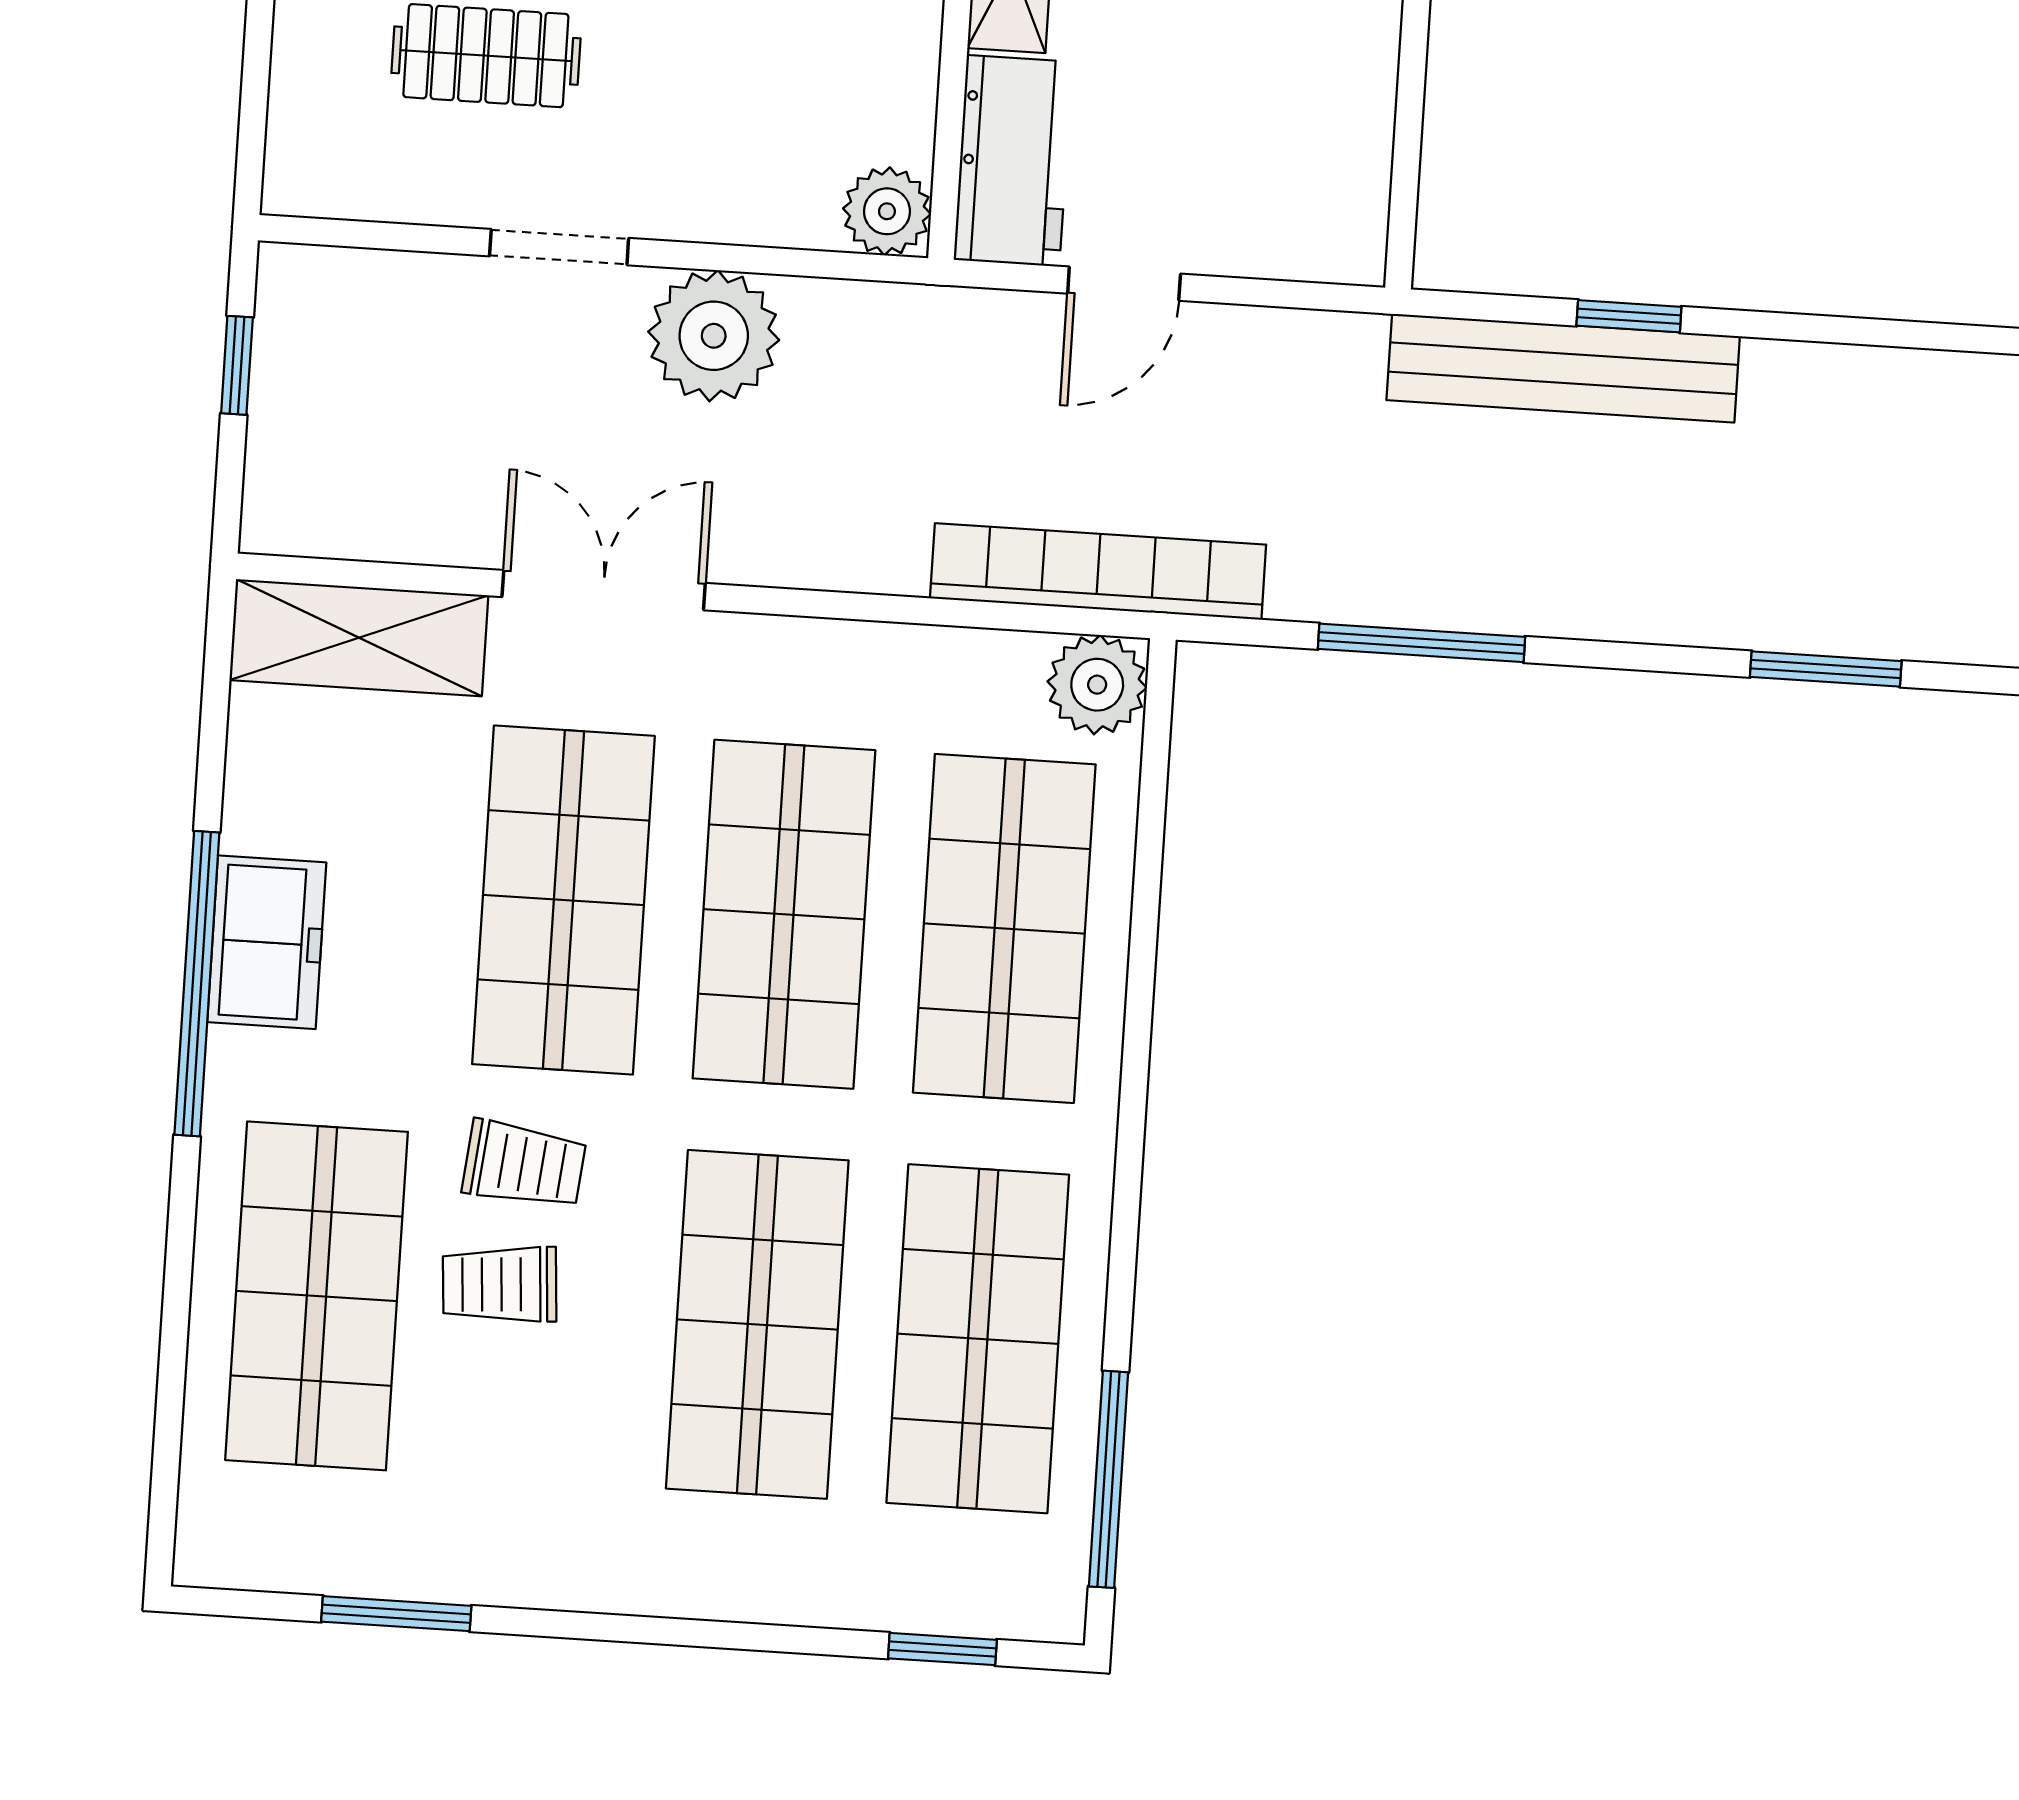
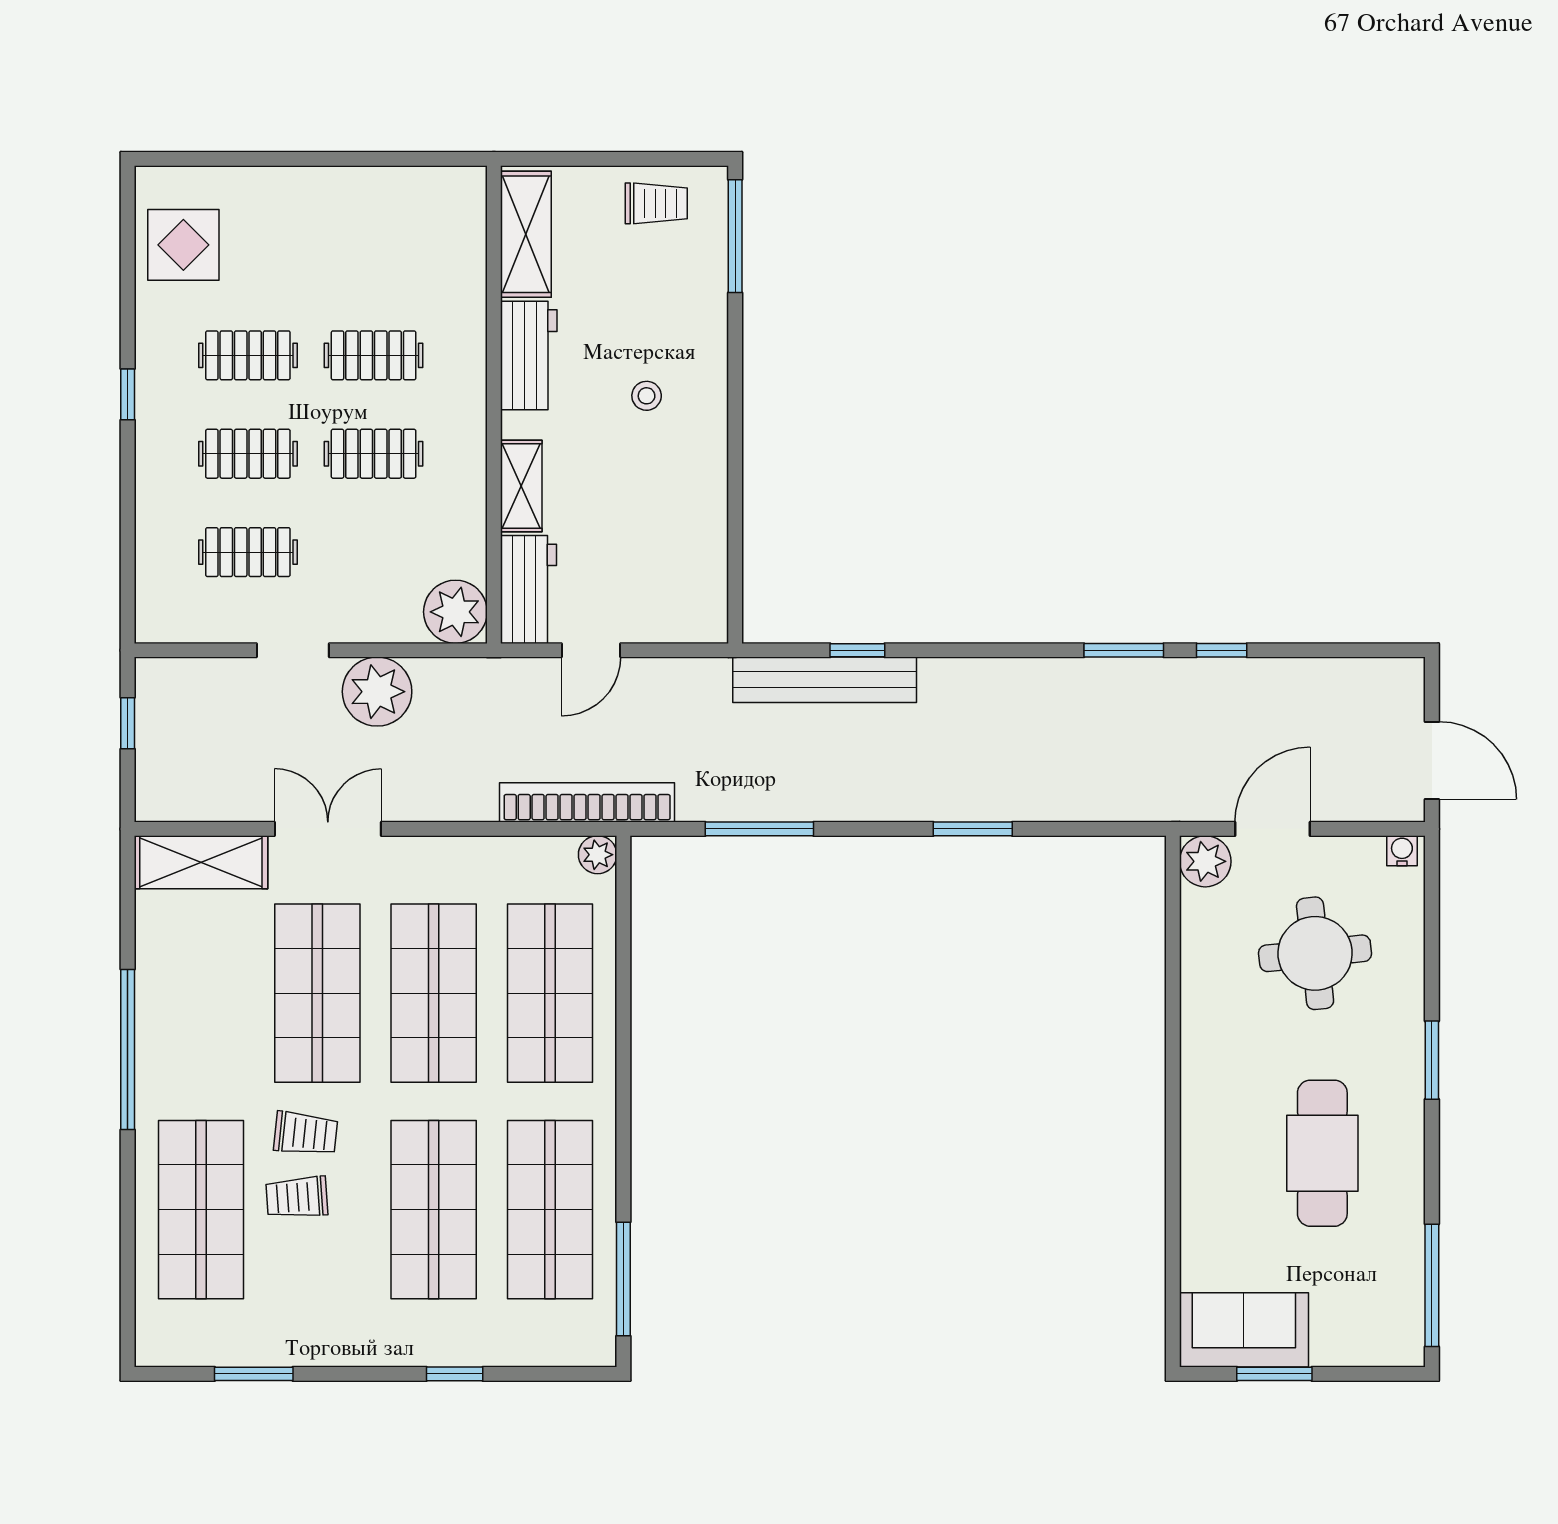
plant: (887, 211) -> (455, 612), width x1.36, depth x1.36
plant: (1097, 685) -> (598, 855), width x0.73, depth x0.73
freezer: (267, 942) -> (163, 1025), removed
window: (942, 1649) -> (455, 1374), moved

